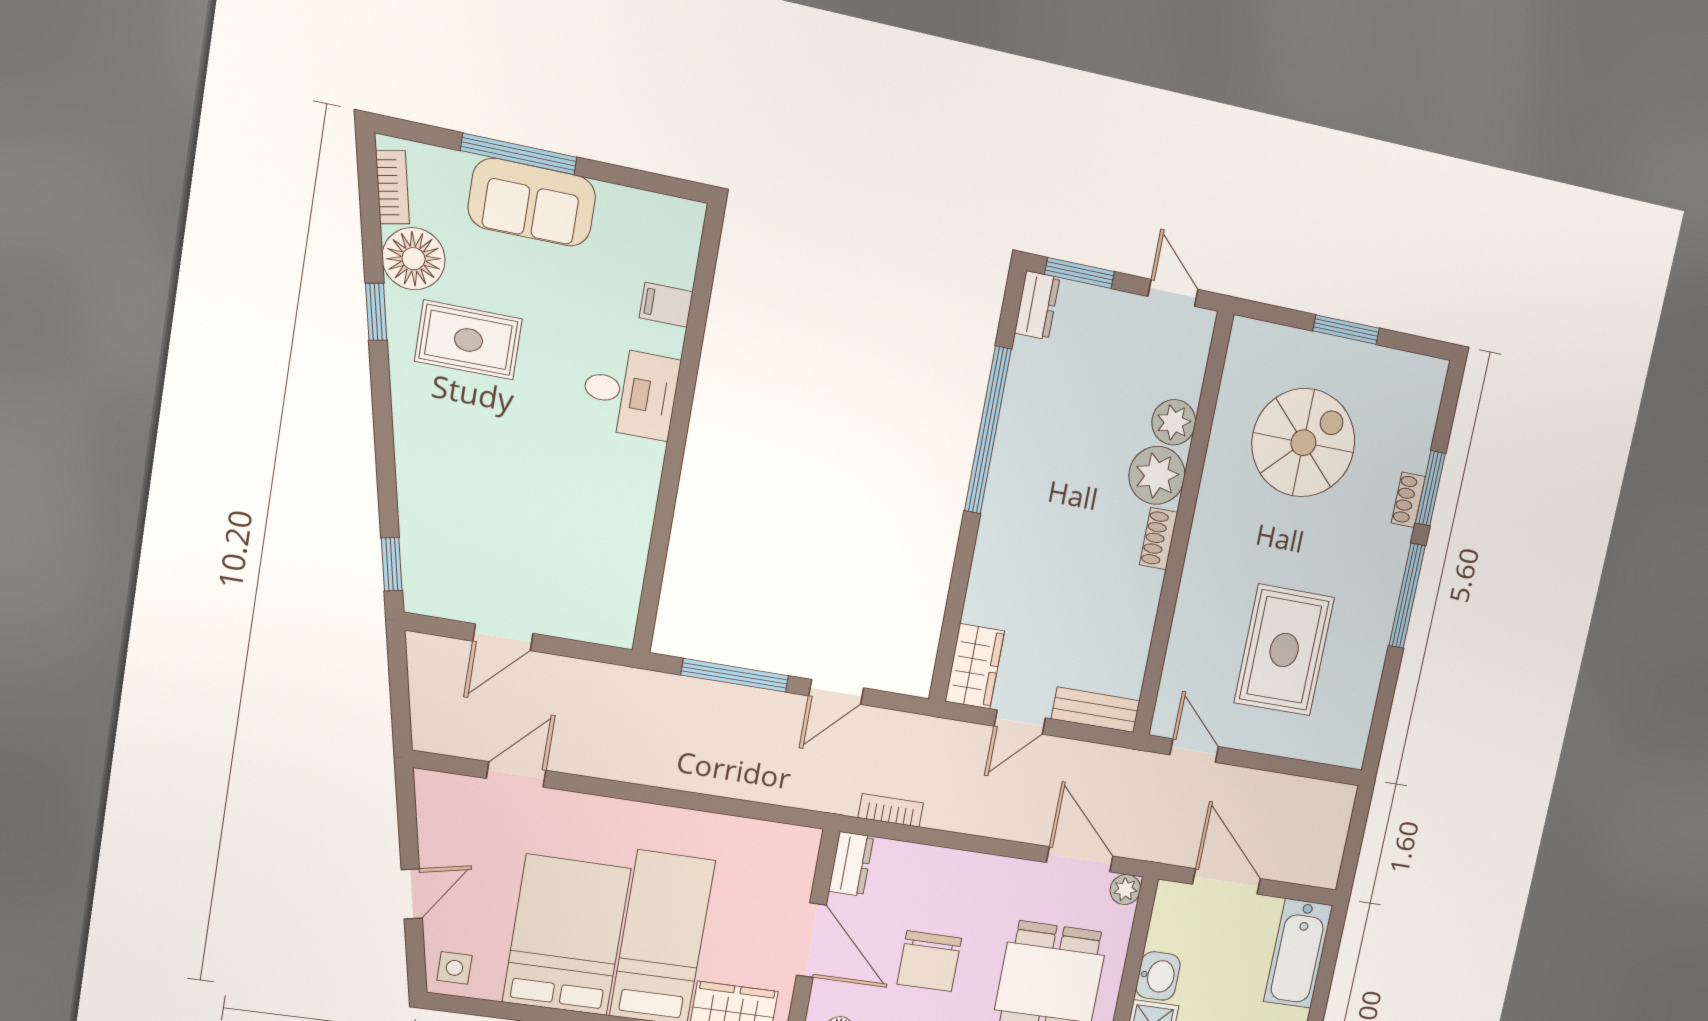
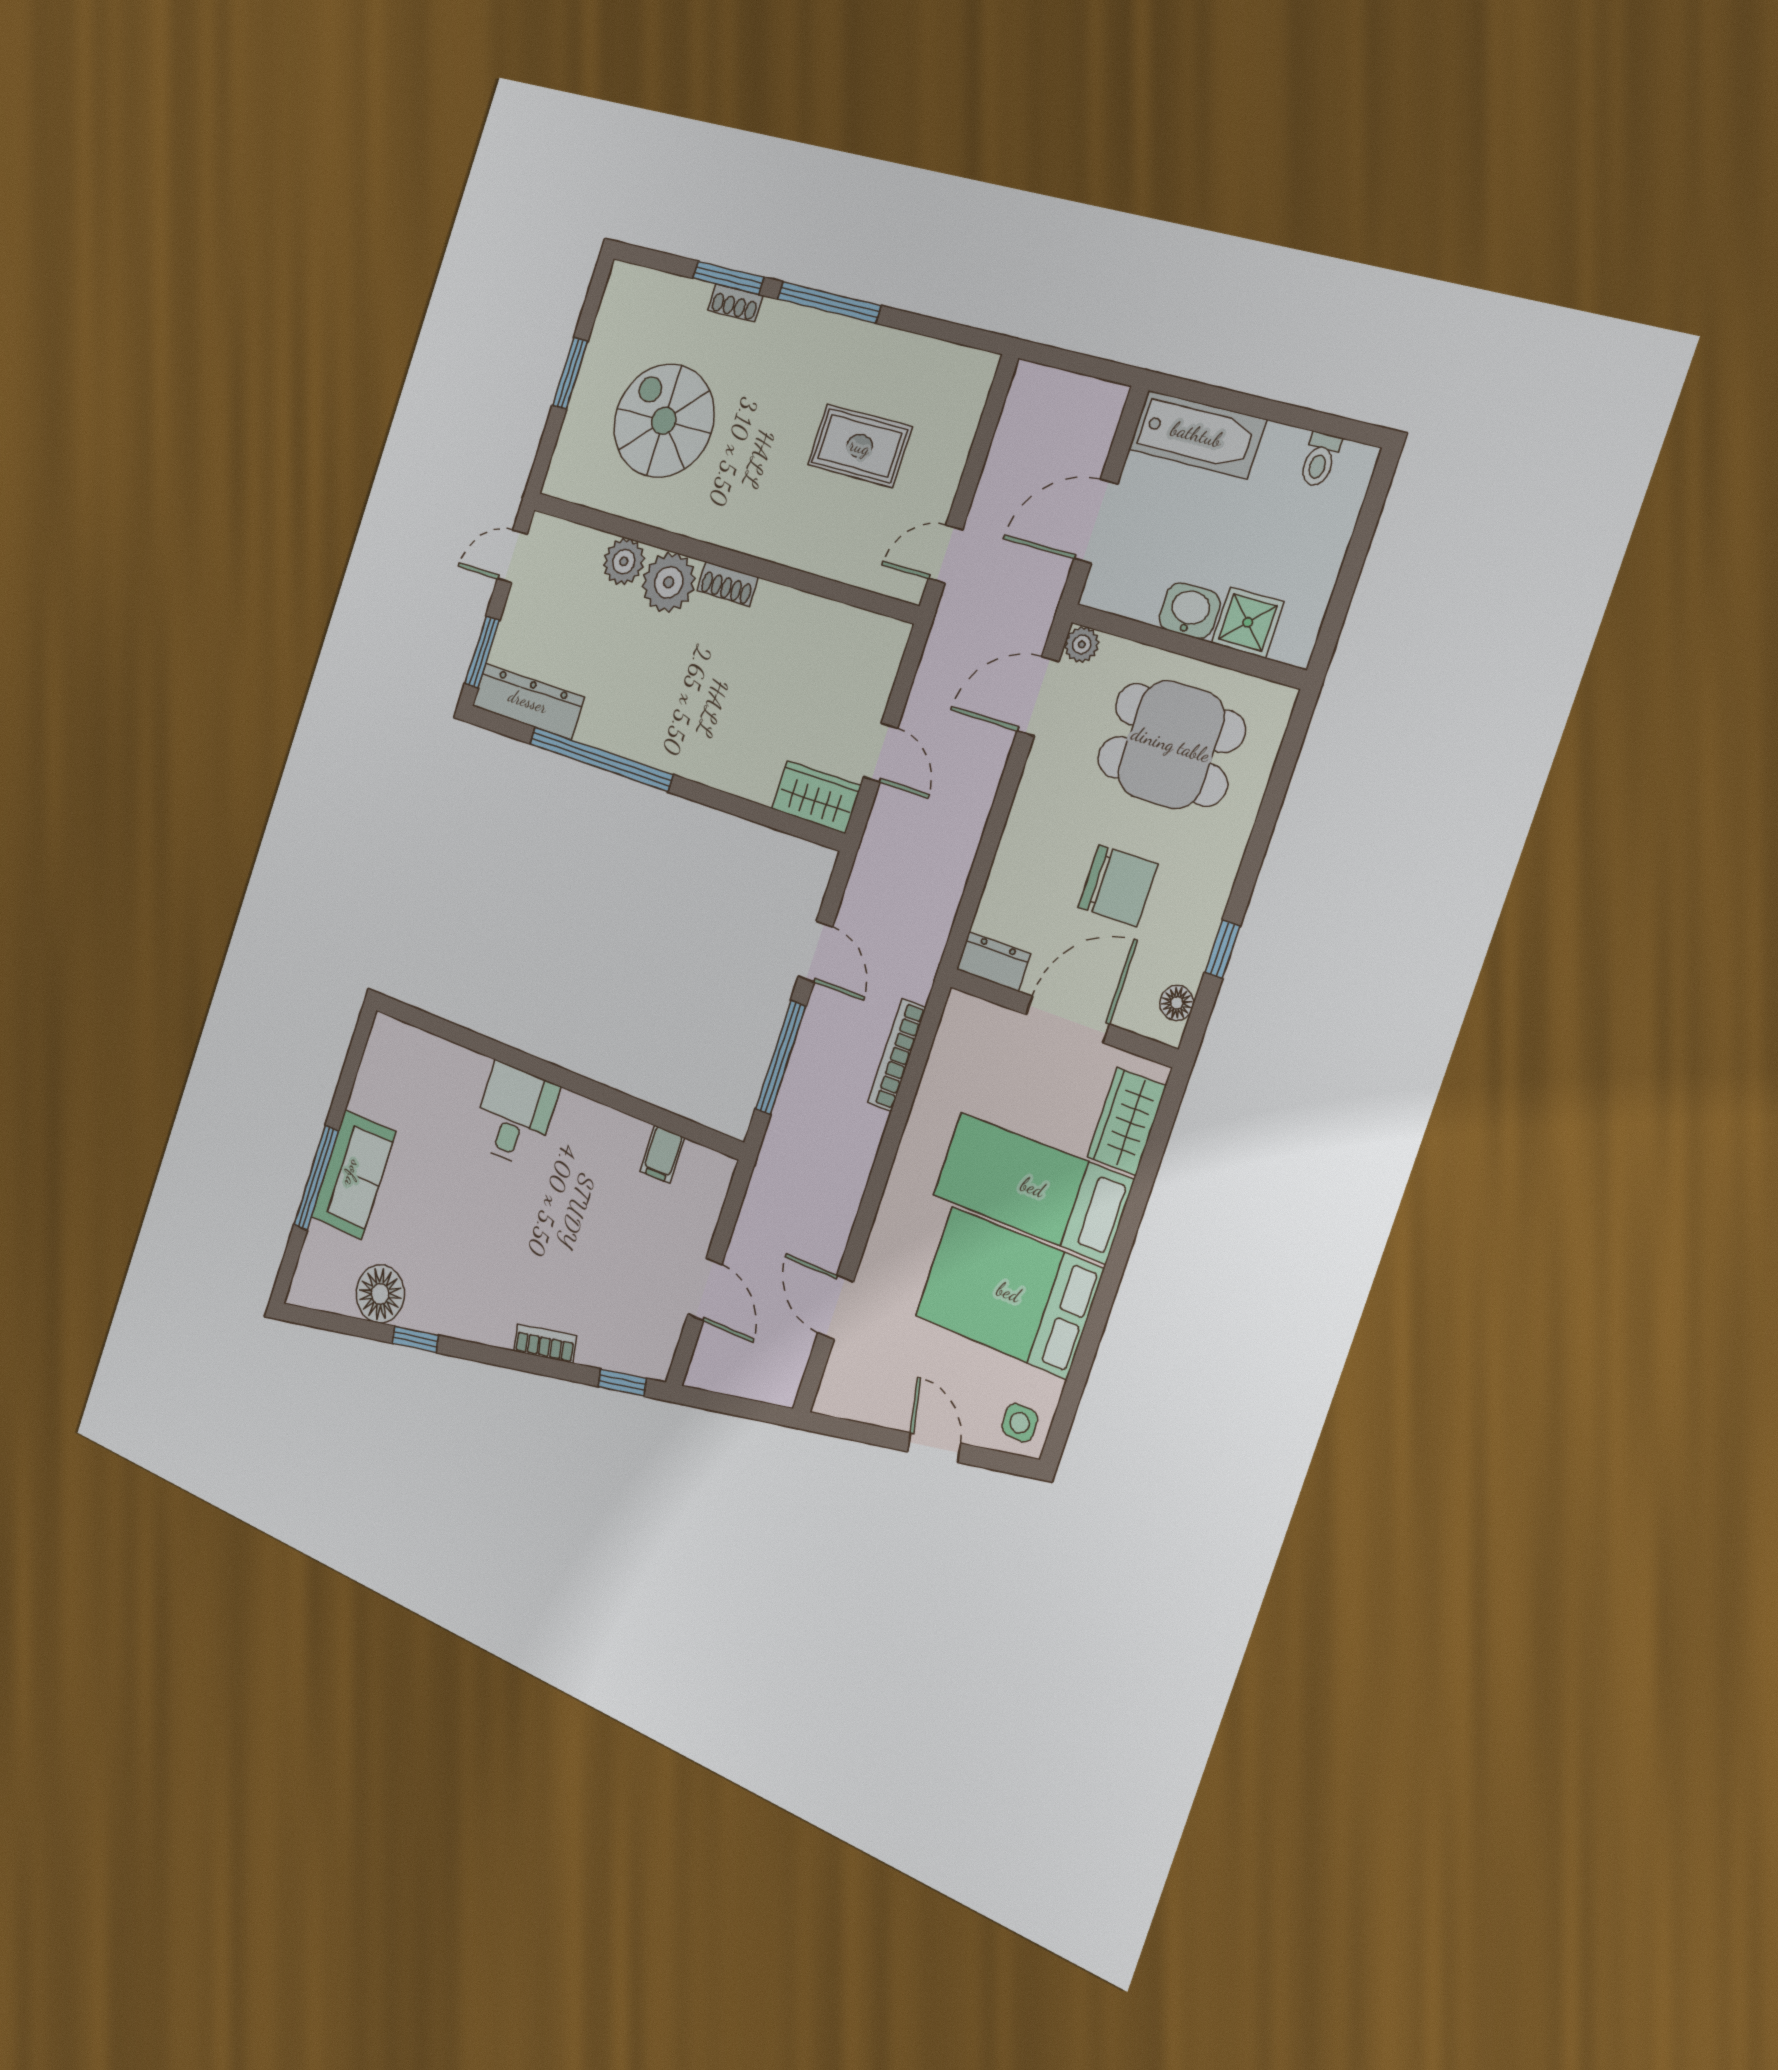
bookcase: (392, 187) -> (545, 1343), moved
filing cabinet: (666, 305) -> (662, 1154), moved
dresser: (1037, 305) -> (528, 701), width x1.96, depth x1.24
rug: (468, 340) -> (450, 1260), removed
rug: (1284, 650) -> (860, 446), width x0.73, depth x0.70
bench: (1096, 710) -> (883, 666), removed
bookcase: (891, 810) -> (897, 1055), moved, width x1.56

